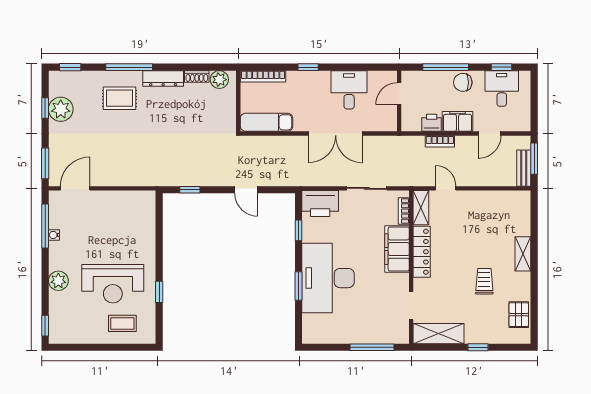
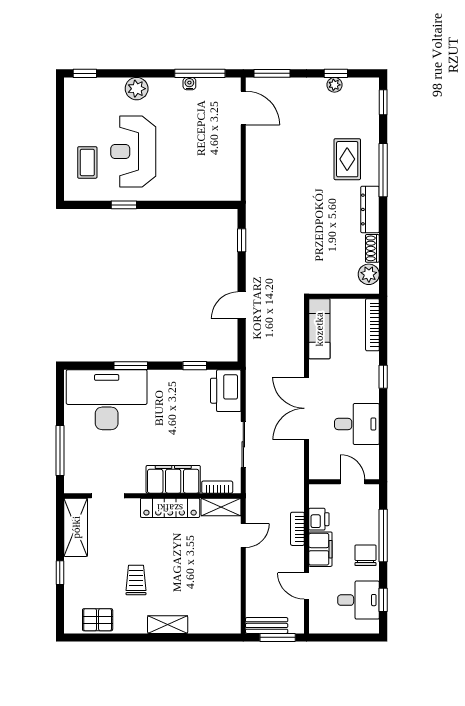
plant: (61, 109) -> (334, 85), width x0.53, depth x0.53
desk: (328, 278) -> (107, 400), moved
trolley: (484, 281) -> (136, 580), turned -90

